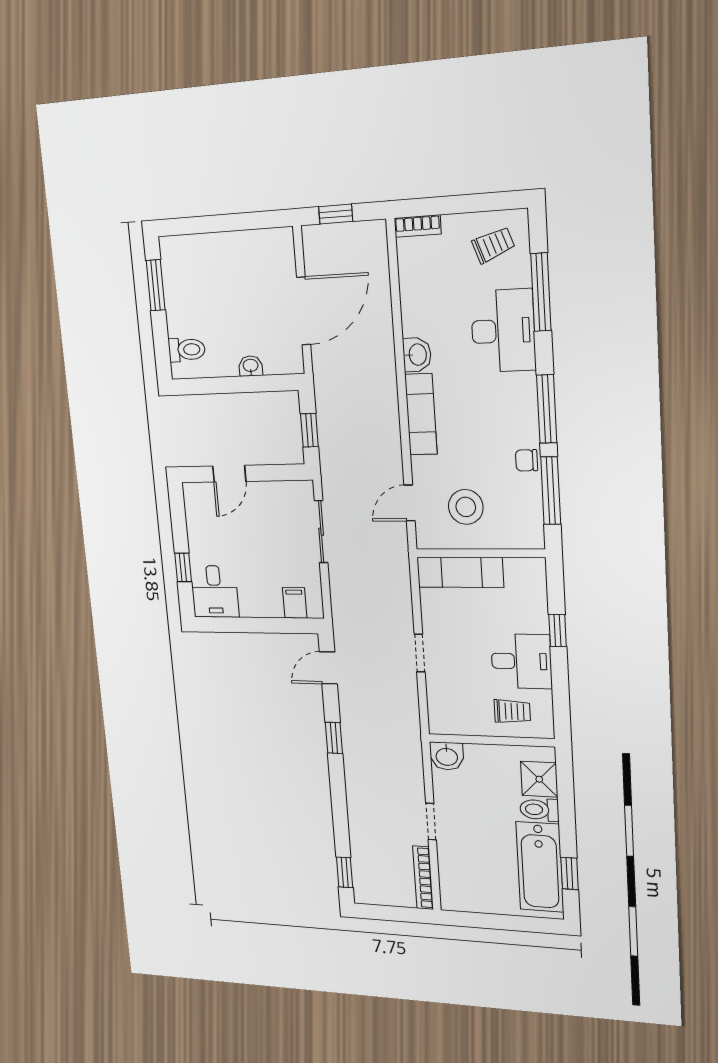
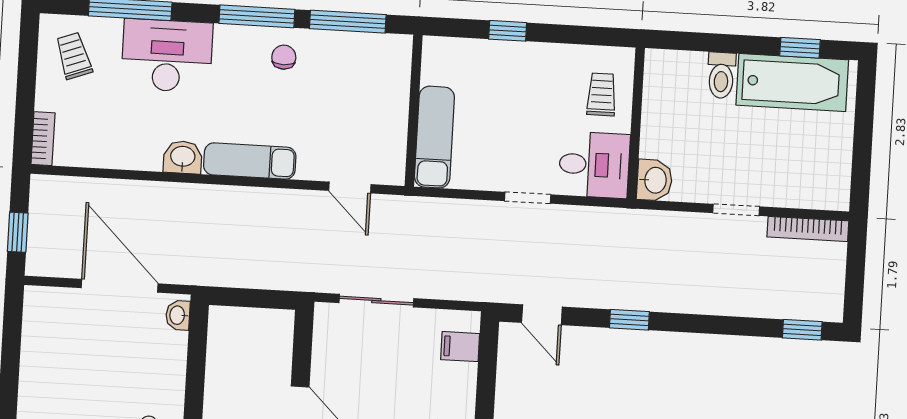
washbasin: (251, 366) -> (178, 315), moved
window: (309, 430) -> (256, 298), removed
chair: (527, 460) -> (284, 57), moved, turned 180
stool: (466, 507) -> (359, 121), removed
desk: (521, 661) -> (594, 165), moved, turned 90
shower: (539, 779) -> (684, 71), removed

